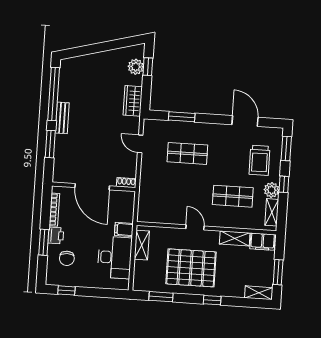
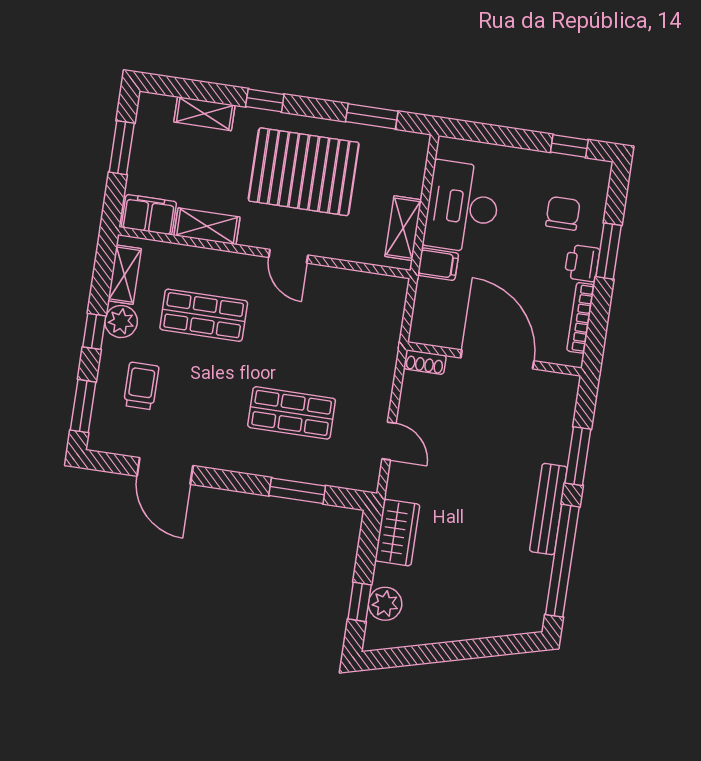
bench: (62, 118) -> (548, 509), width x1.36
trolley: (260, 160) -> (141, 386), width x0.73, depth x0.72
shelving: (259, 293) -> (204, 114), moved

